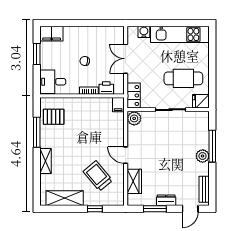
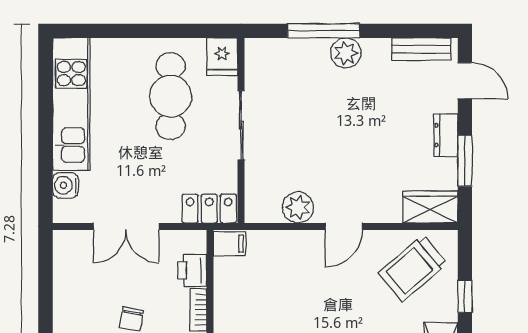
plant: (134, 118) -> (298, 207), moved
trolley: (98, 176) -> (413, 268), moved
wardrobe: (134, 181) -> (430, 207), moved

